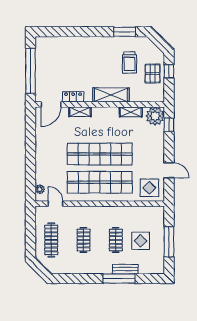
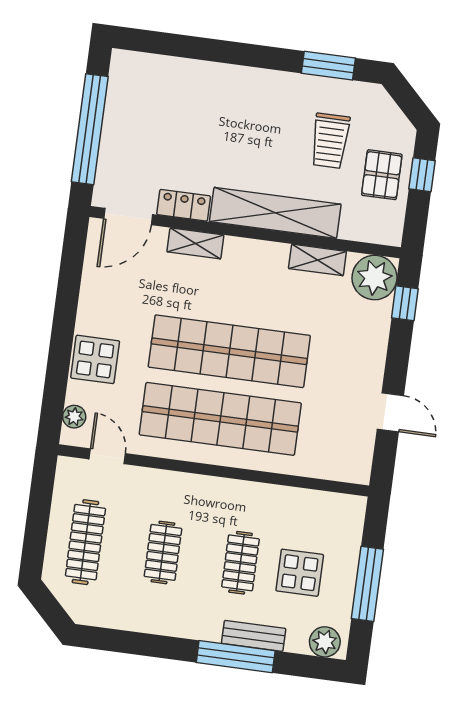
shelving: (111, 95) -> (275, 213), width x1.47
display table: (149, 188) -> (95, 359), moved
plant: (155, 268) -> (325, 642), added

